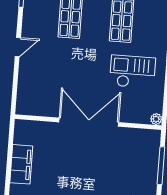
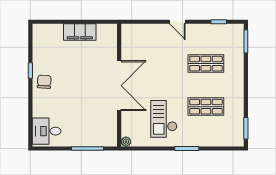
checkout: (132, 72) -> (164, 119), turned 180

